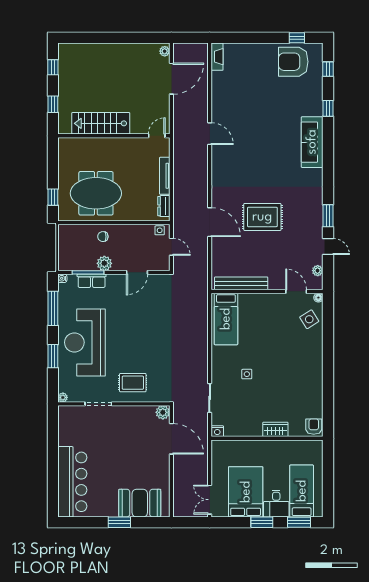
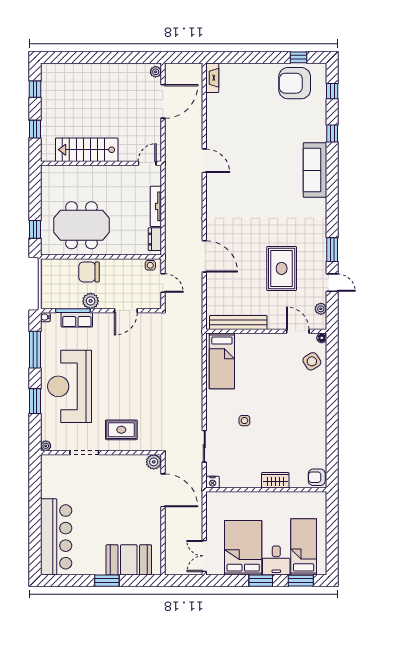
rug: (262, 217) -> (282, 268), moved, turned 90
chair: (103, 237) -> (89, 272), width x1.87, depth x1.87
armchair: (314, 427) -> (317, 477), turned -90

